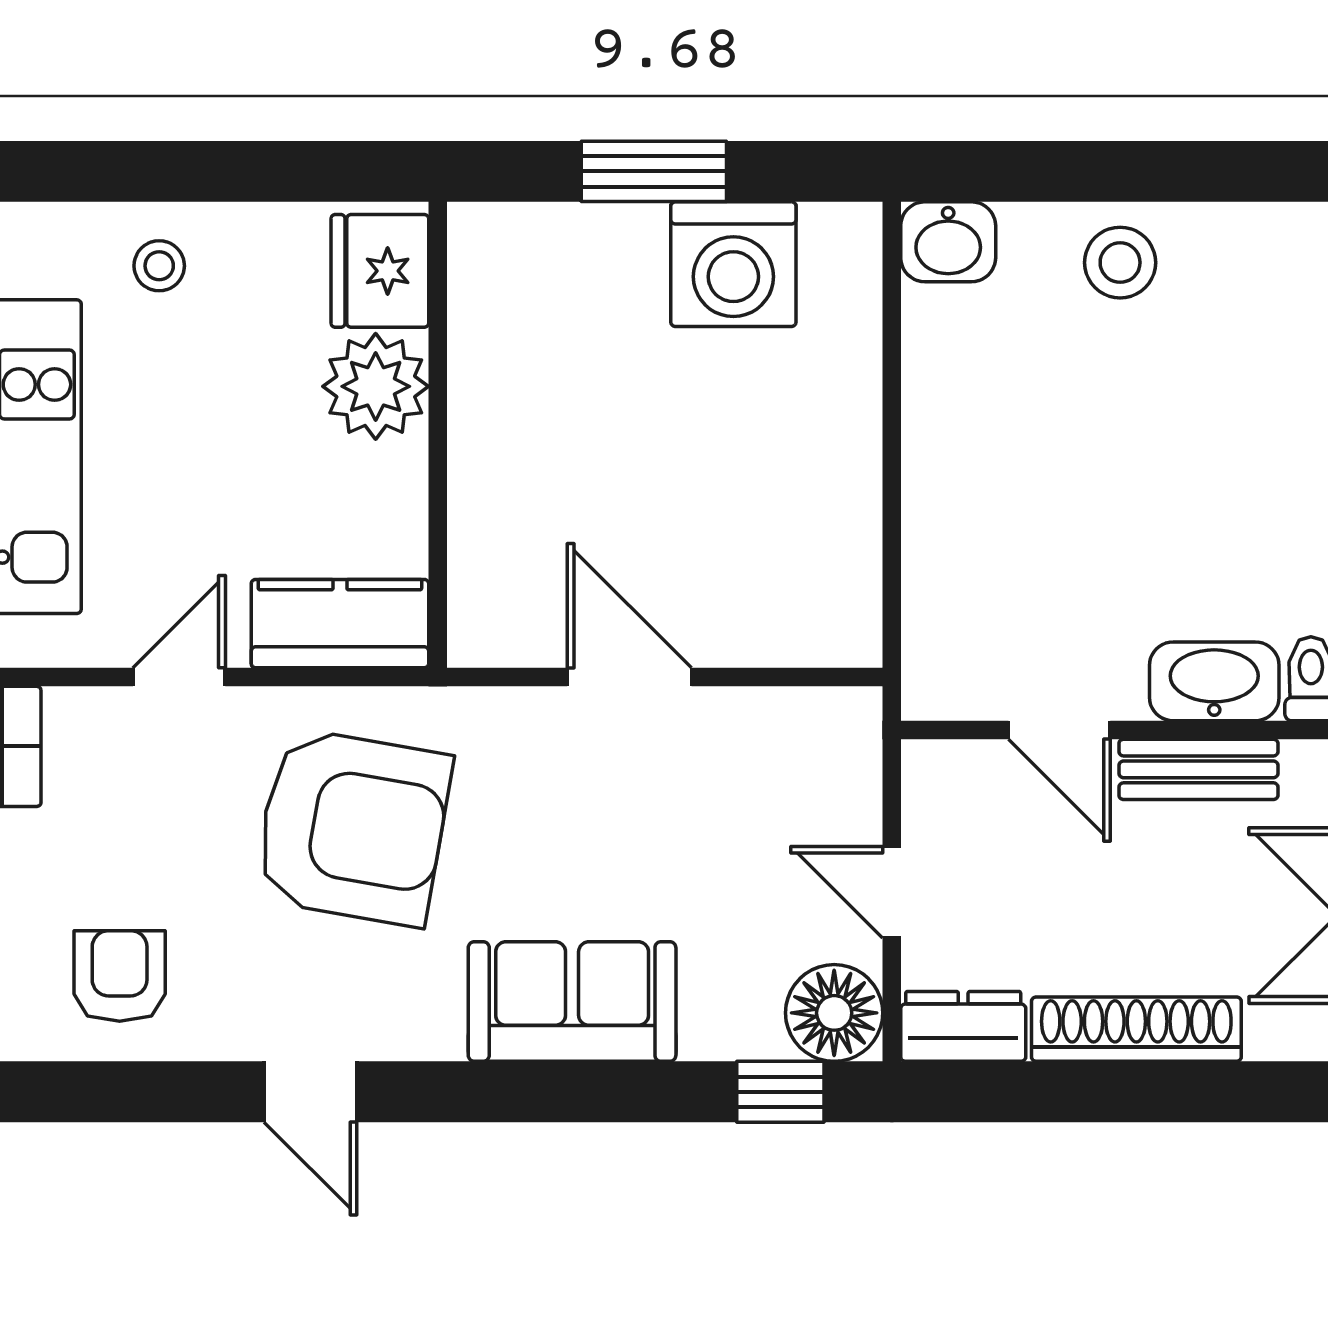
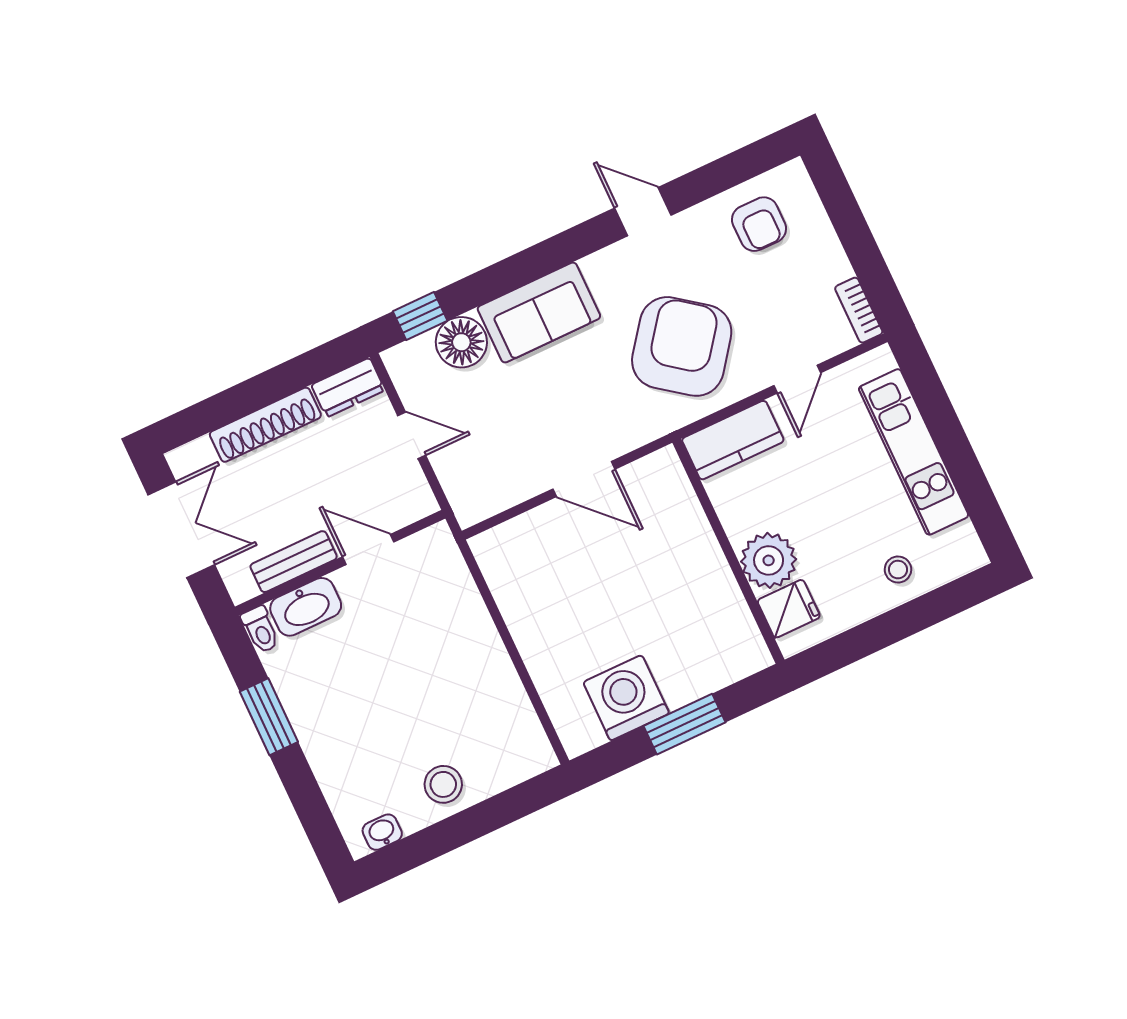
washbasin: (948, 242) -> (382, 832), moved, width x0.72, depth x0.69
fridge: (380, 271) -> (789, 609), width x0.72
armchair: (353, 827) -> (682, 346), turned 117
floor lamp: (834, 1013) -> (461, 342), moved

